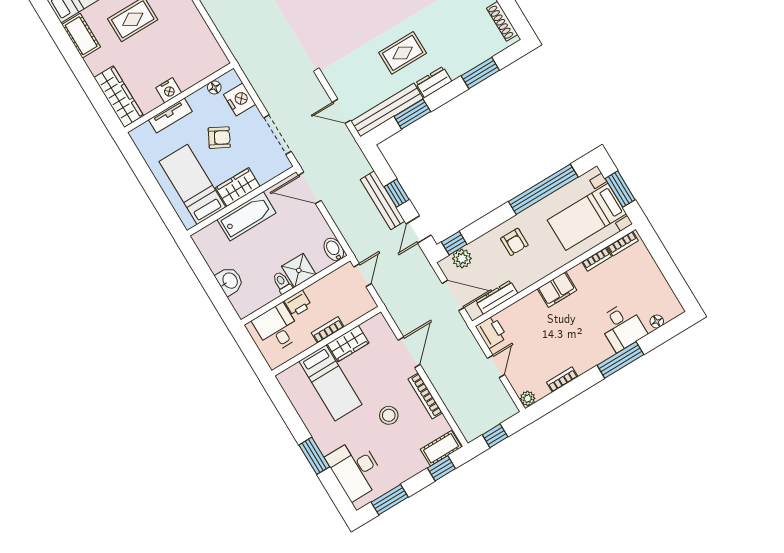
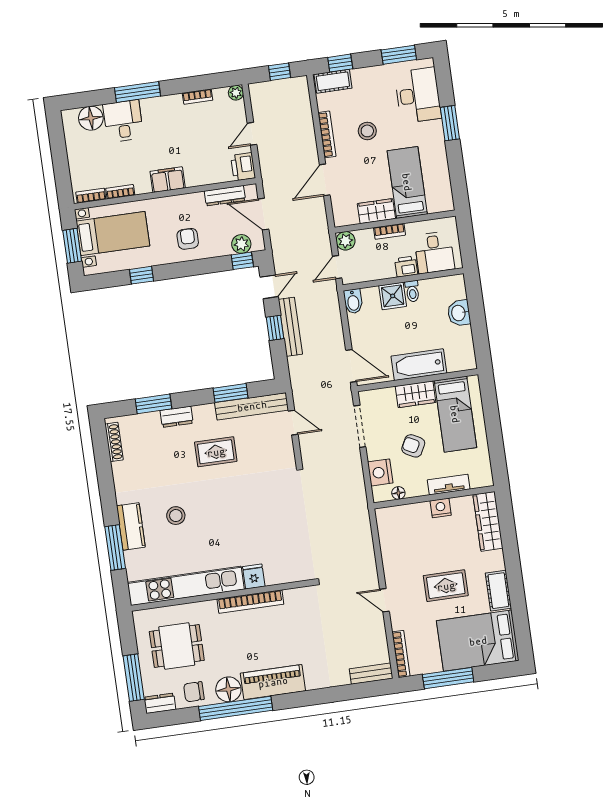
dresser: (434, 82) -> (177, 417), moved
window: (543, 189) -> (142, 275), width x0.32
plant: (365, 303) -> (346, 241), added
floor lamp: (657, 321) -> (91, 118), width x1.89, depth x1.89

